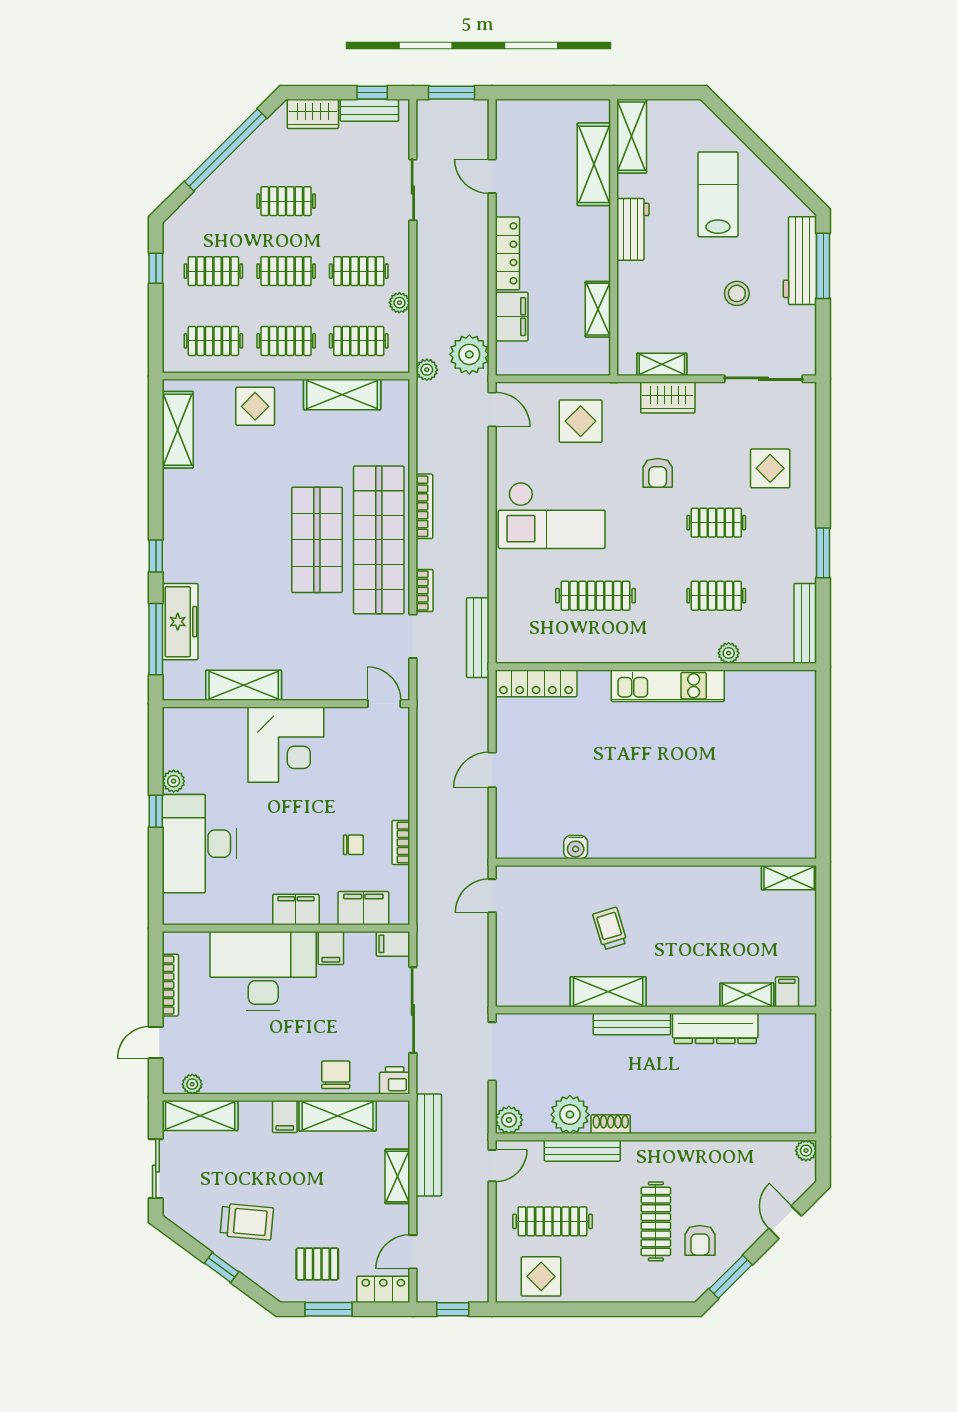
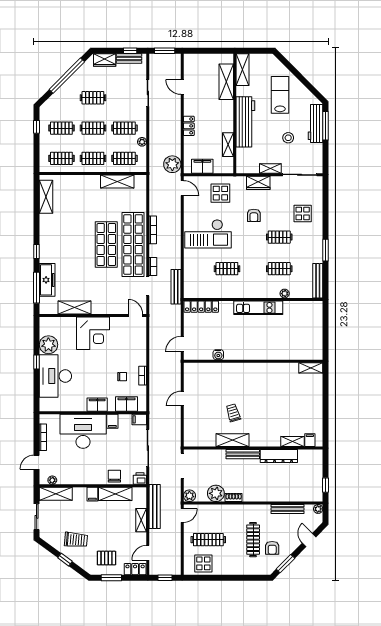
workbench: (633, 229) -> (245, 122), width x1.88, depth x1.32
locker: (507, 253) -> (189, 126), width x0.66
filing cabinet: (512, 317) -> (202, 166), moved, turned -90
shelving: (662, 364) -> (270, 168), moved
plant: (427, 370) -> (154, 171), removed
display table: (255, 406) -> (80, 187), removed
clothes rail: (596, 596) -> (227, 269), width x0.73
plant: (174, 781) -> (48, 345), width x1.87, depth x1.87
water cooler: (576, 847) -> (218, 355), moved
wall: (656, 862) -> (253, 361), moved
shelving: (789, 878) -> (311, 368), moved
window: (823, 1095) -> (326, 485), added
bench: (582, 1151) -> (287, 509), moved

